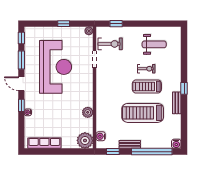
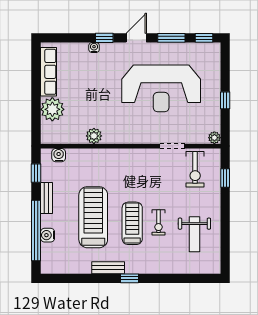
plant: (85, 140) -> (52, 109), moved
water cooler: (176, 144) -> (48, 235), moved

